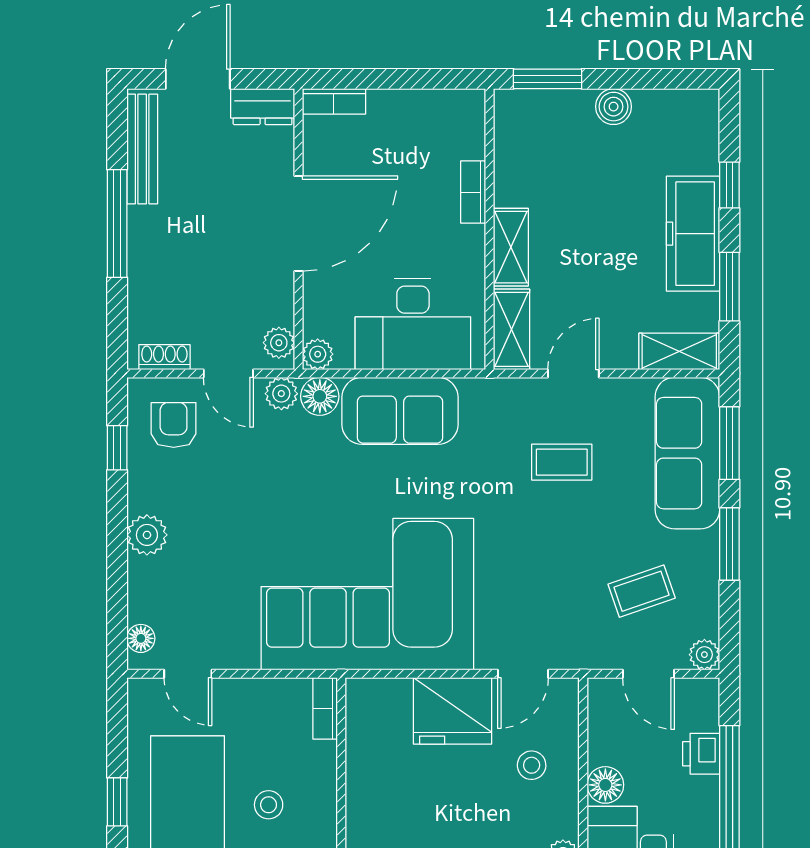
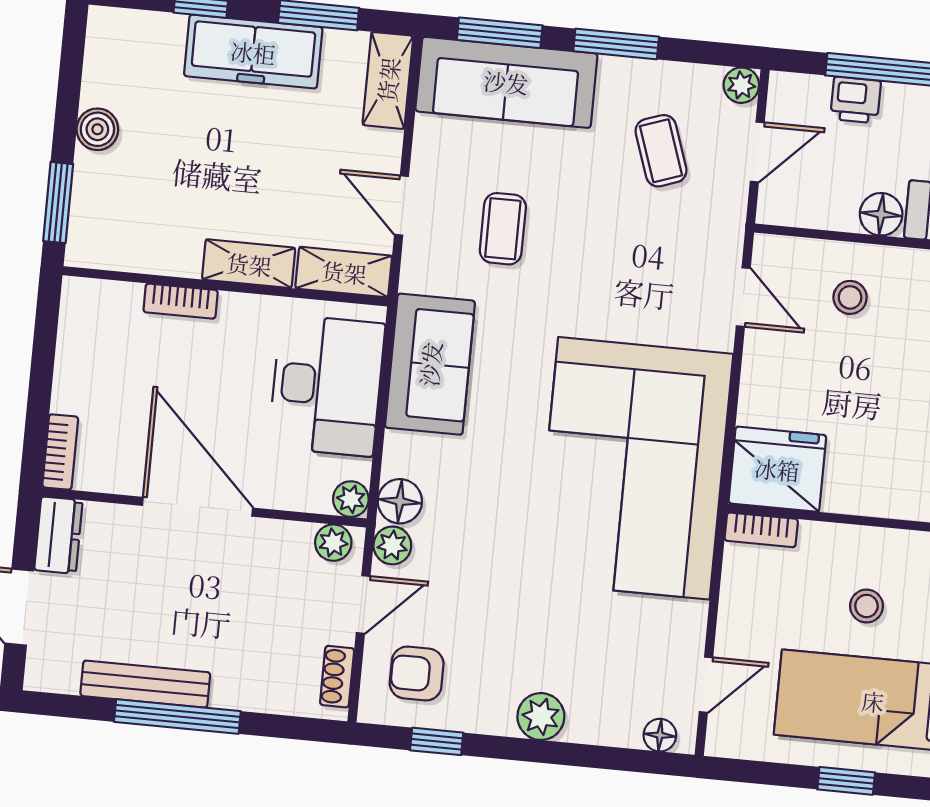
bench: (142, 149) -> (145, 684), moved
sofa: (400, 411) -> (430, 364), moved
fridge: (453, 711) -> (777, 469), moved, turned -90

